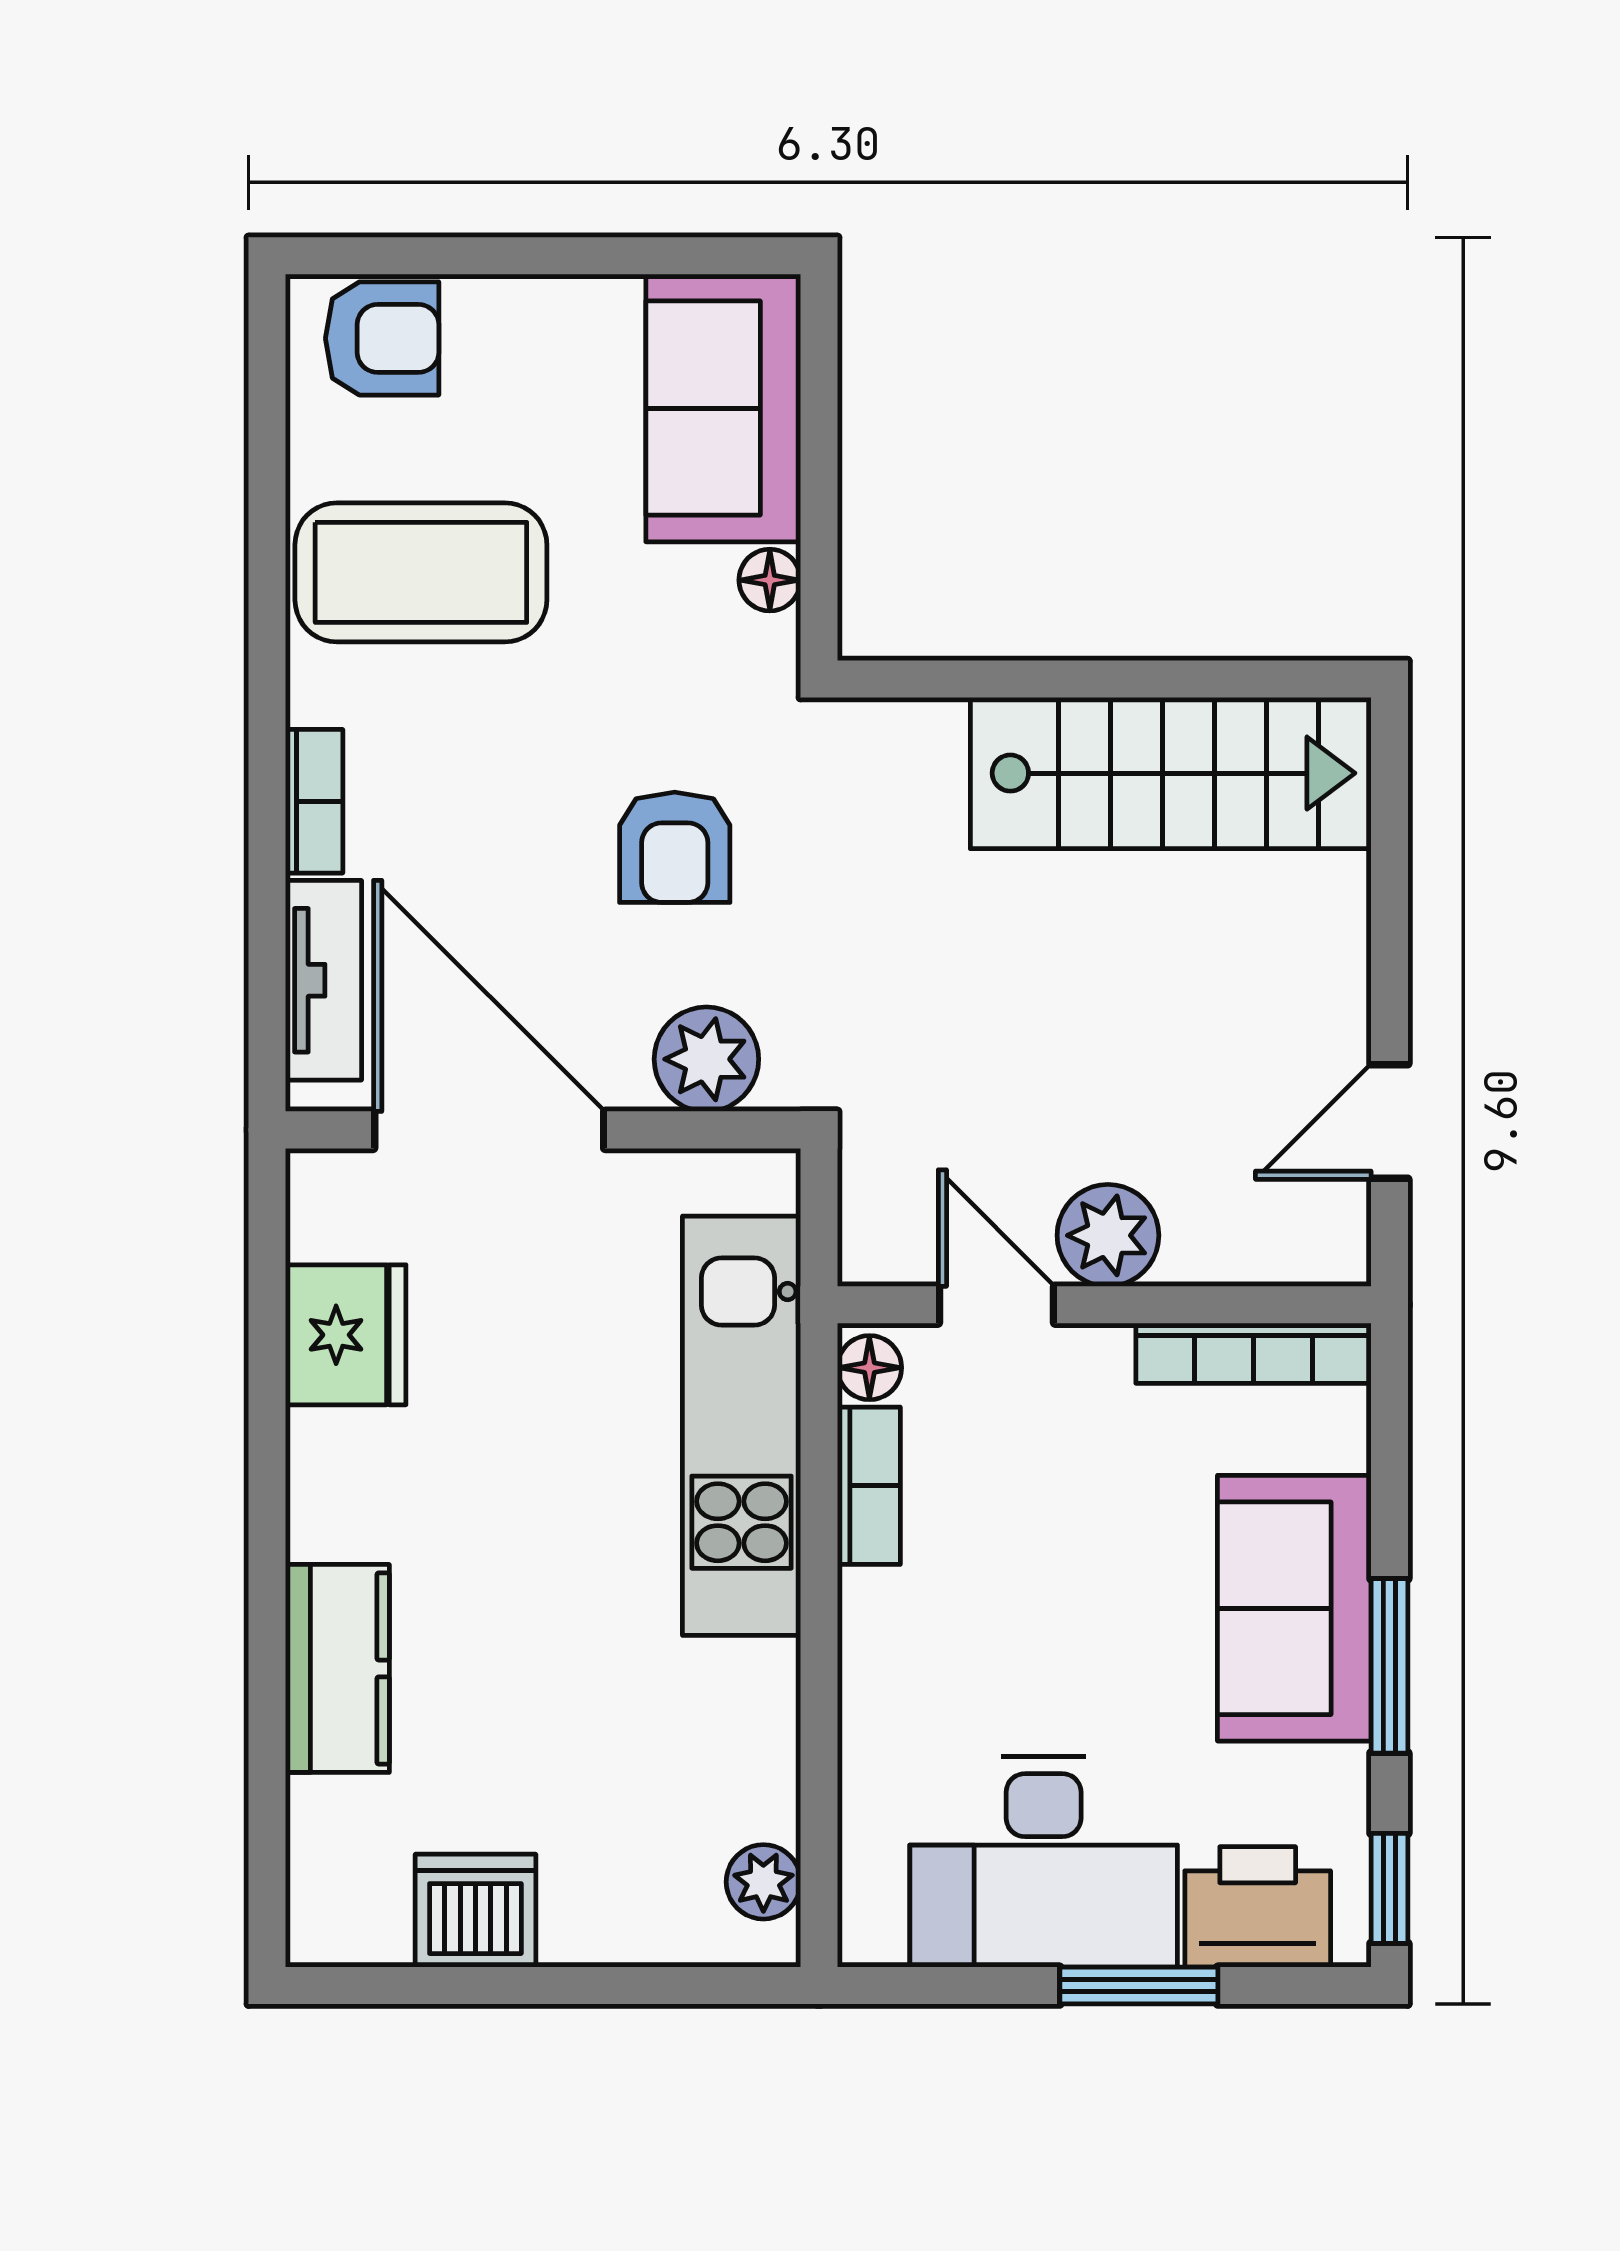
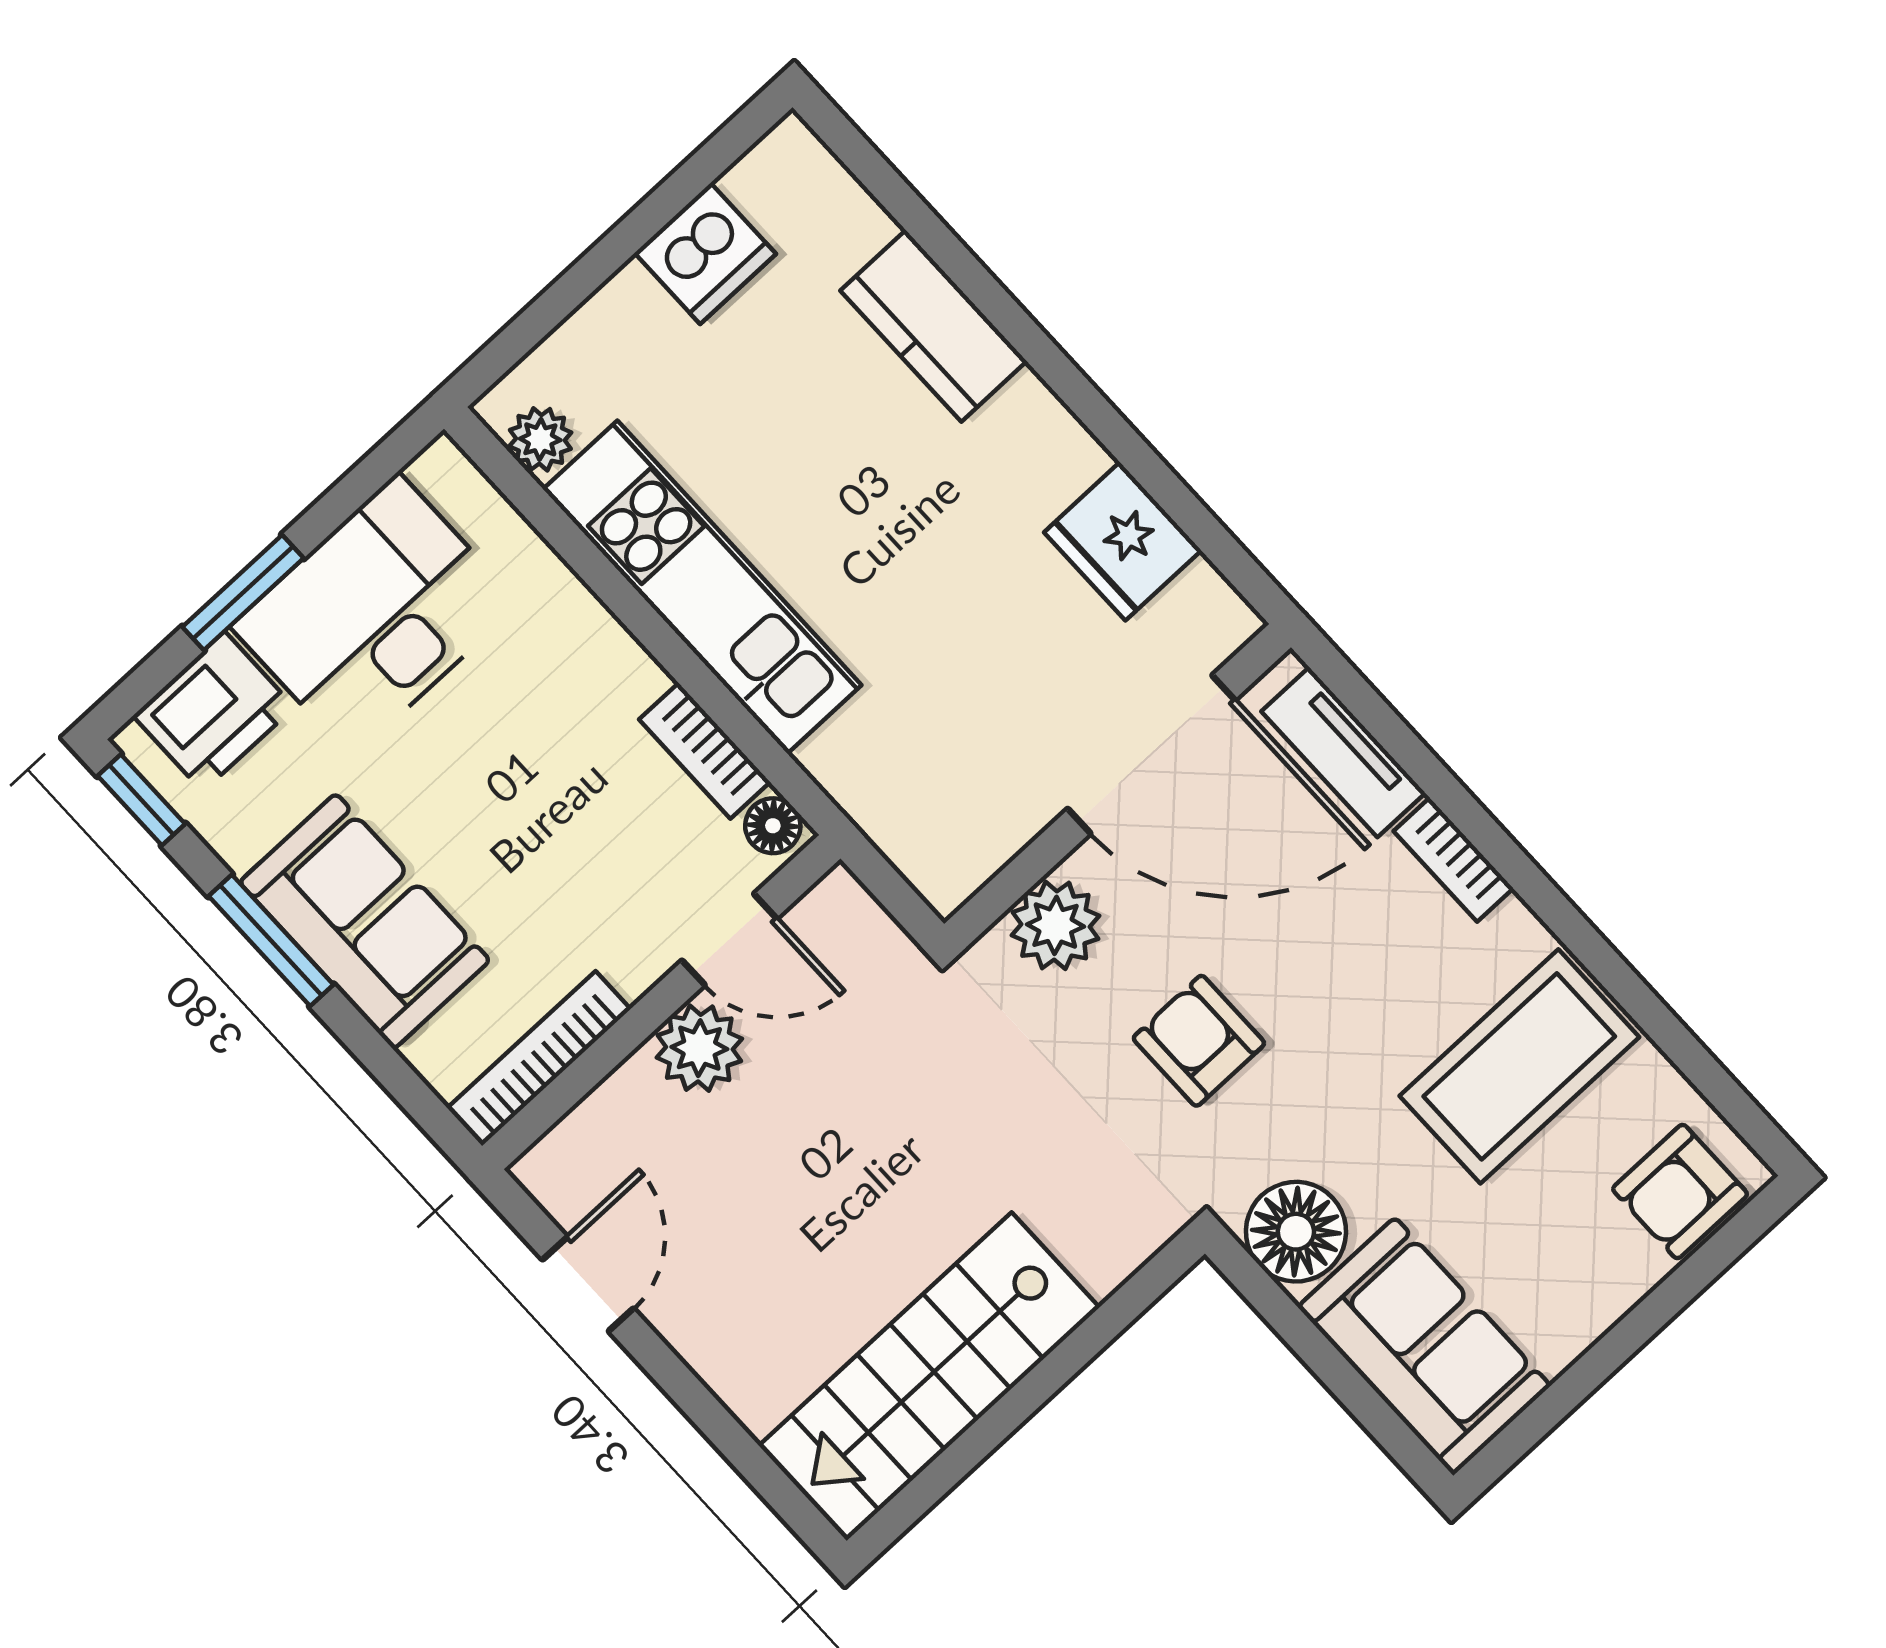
floor lamp: (770, 580) -> (1296, 1232), width x1.89, depth x1.89
kitchen unit: (742, 1426) -> (702, 587), moved

